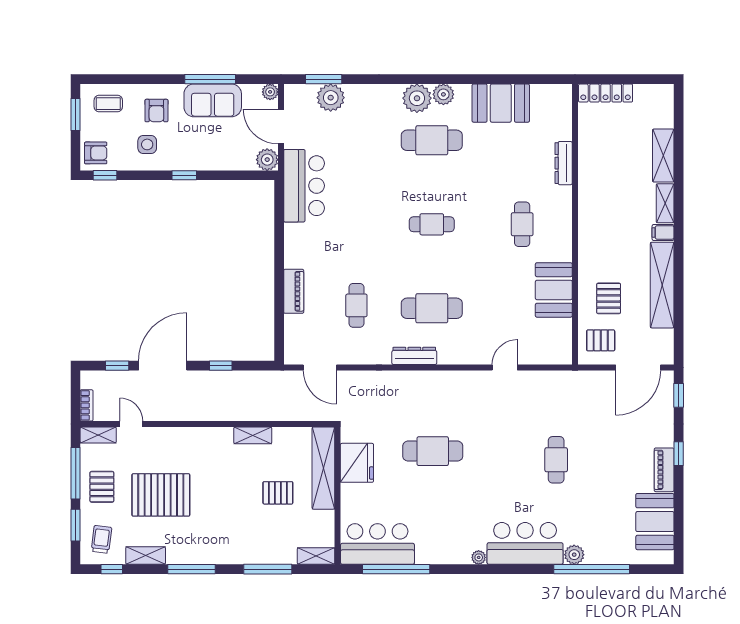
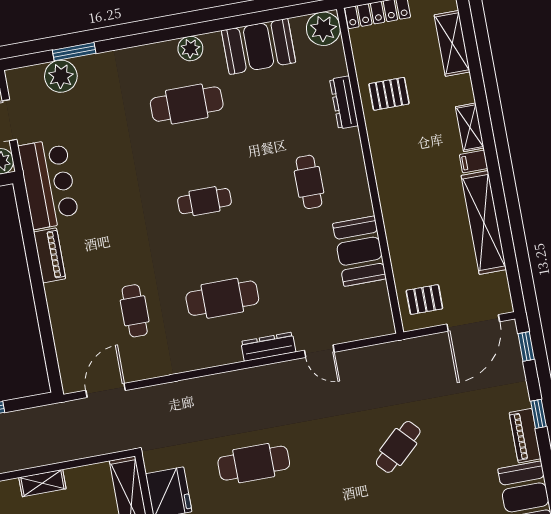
window: (324, 79) -> (74, 52), moved
plant: (417, 98) -> (323, 29), moved
shelving: (663, 156) -> (452, 43), moved
piano: (294, 291) -> (50, 255), moved
pallet: (609, 298) -> (389, 94), moved, turned 90
dresser: (414, 356) -> (268, 347), moved
door: (320, 367) -> (106, 390), swing flipped
door: (505, 367) -> (319, 351), swing flipped
cafe table: (556, 460) -> (398, 447), turned 47

